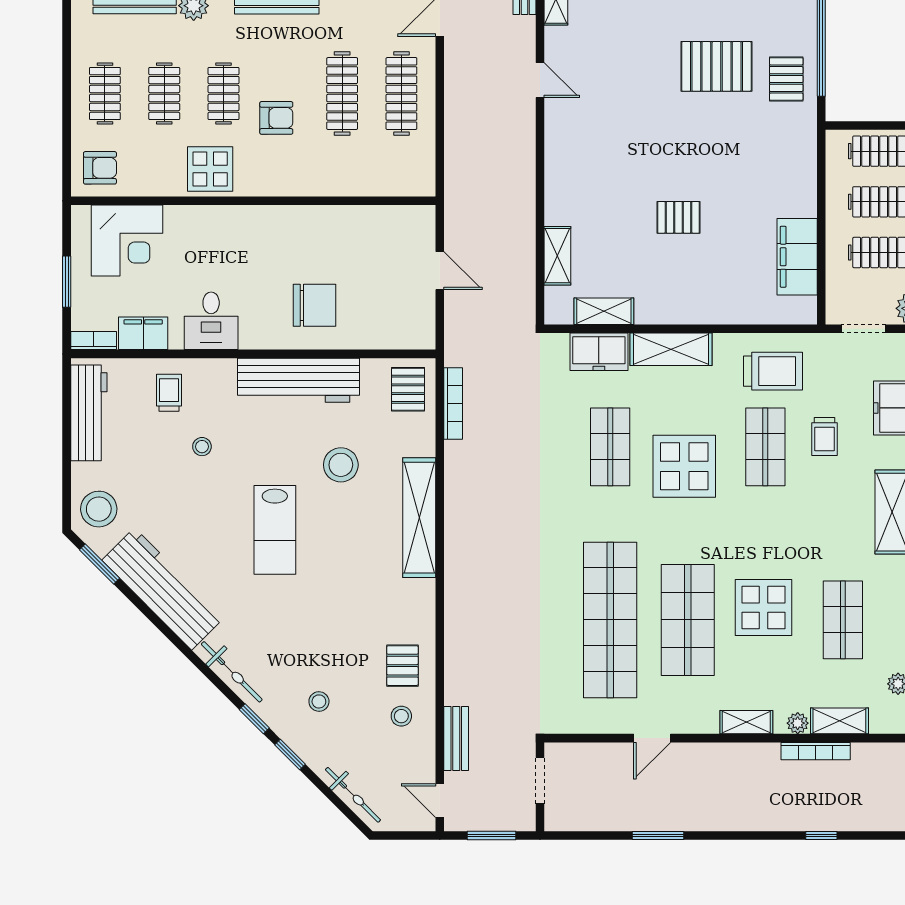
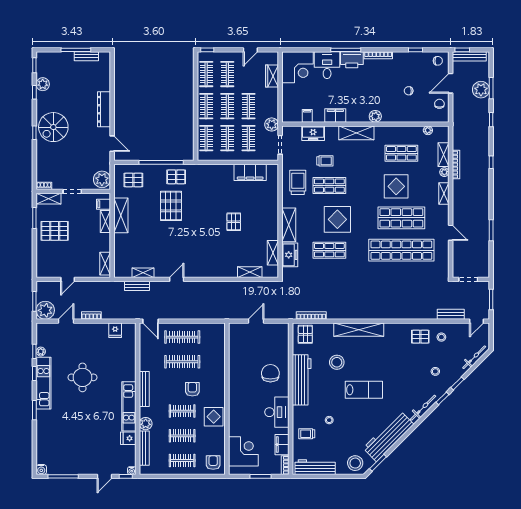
desk: (211, 321) -> (277, 412), width x1.37
pallet: (408, 389) -> (305, 334), turned 90

